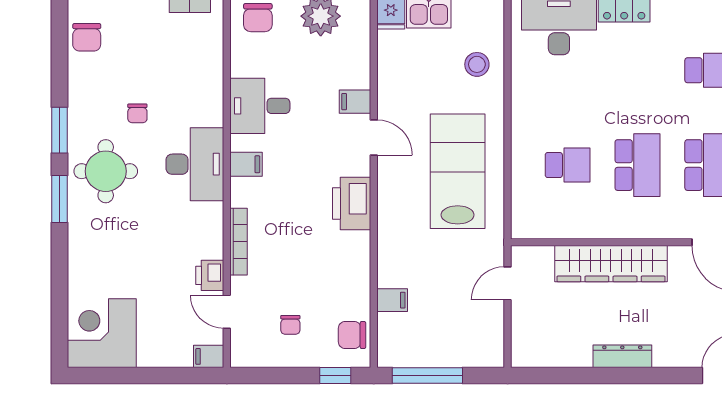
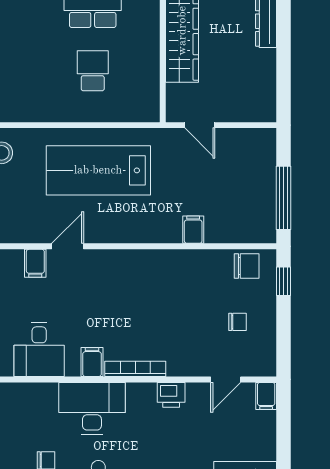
printer: (352, 203) -> (128, 266), removed
bookcase: (239, 242) -> (135, 369), moved
printer: (210, 275) -> (171, 395), moved
filing cabinet: (392, 300) -> (193, 230), moved
chair: (352, 335) -> (247, 266), turned -90

